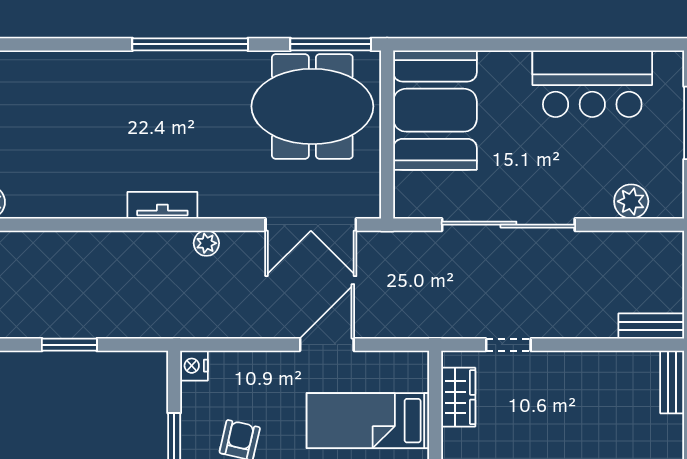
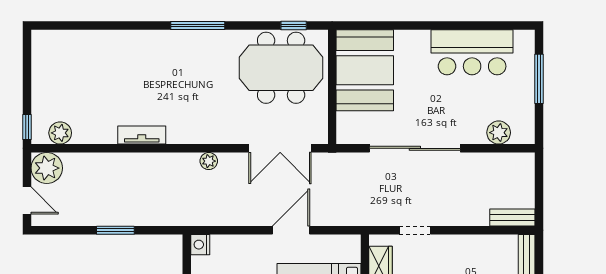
window: (190, 44) -> (198, 25), width x0.68
window: (331, 44) -> (294, 25), width x0.46
tv unit: (162, 205) -> (142, 135), moved

